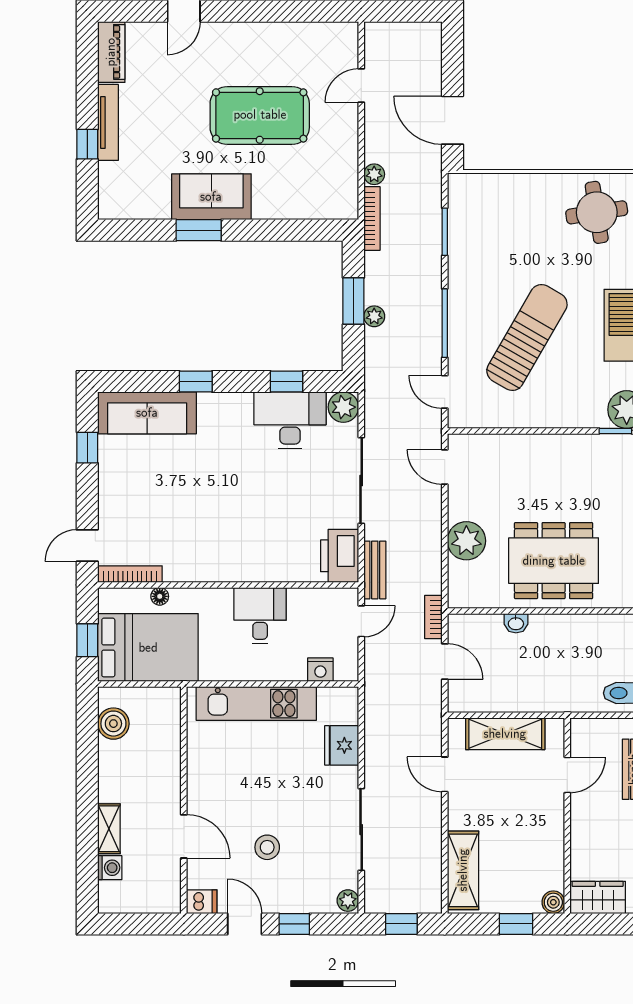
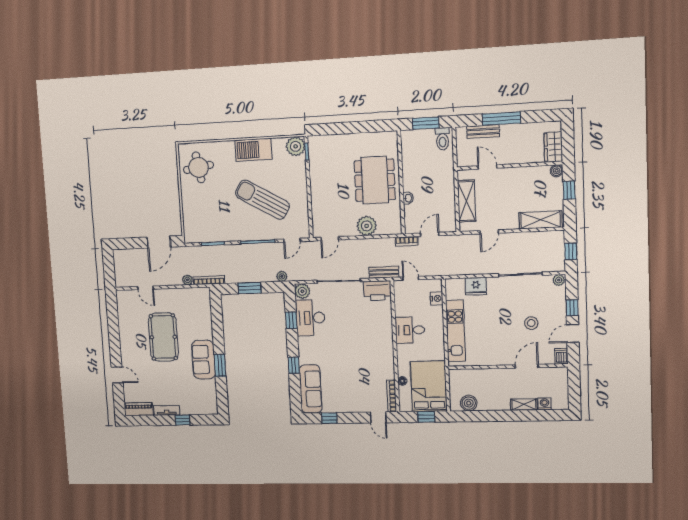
tv unit: (108, 122) -> (167, 410), width x0.71
plant: (374, 316) -> (282, 276), moved

